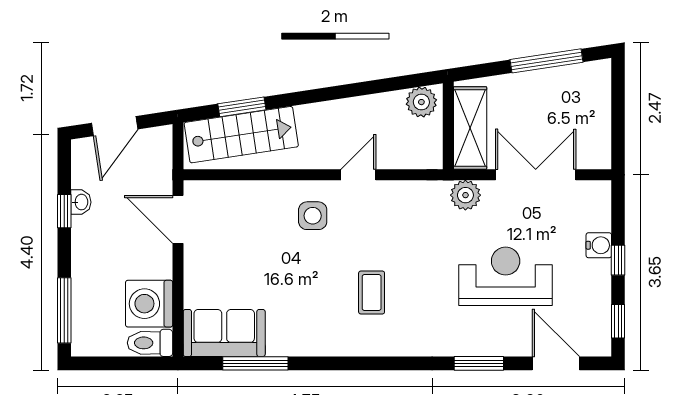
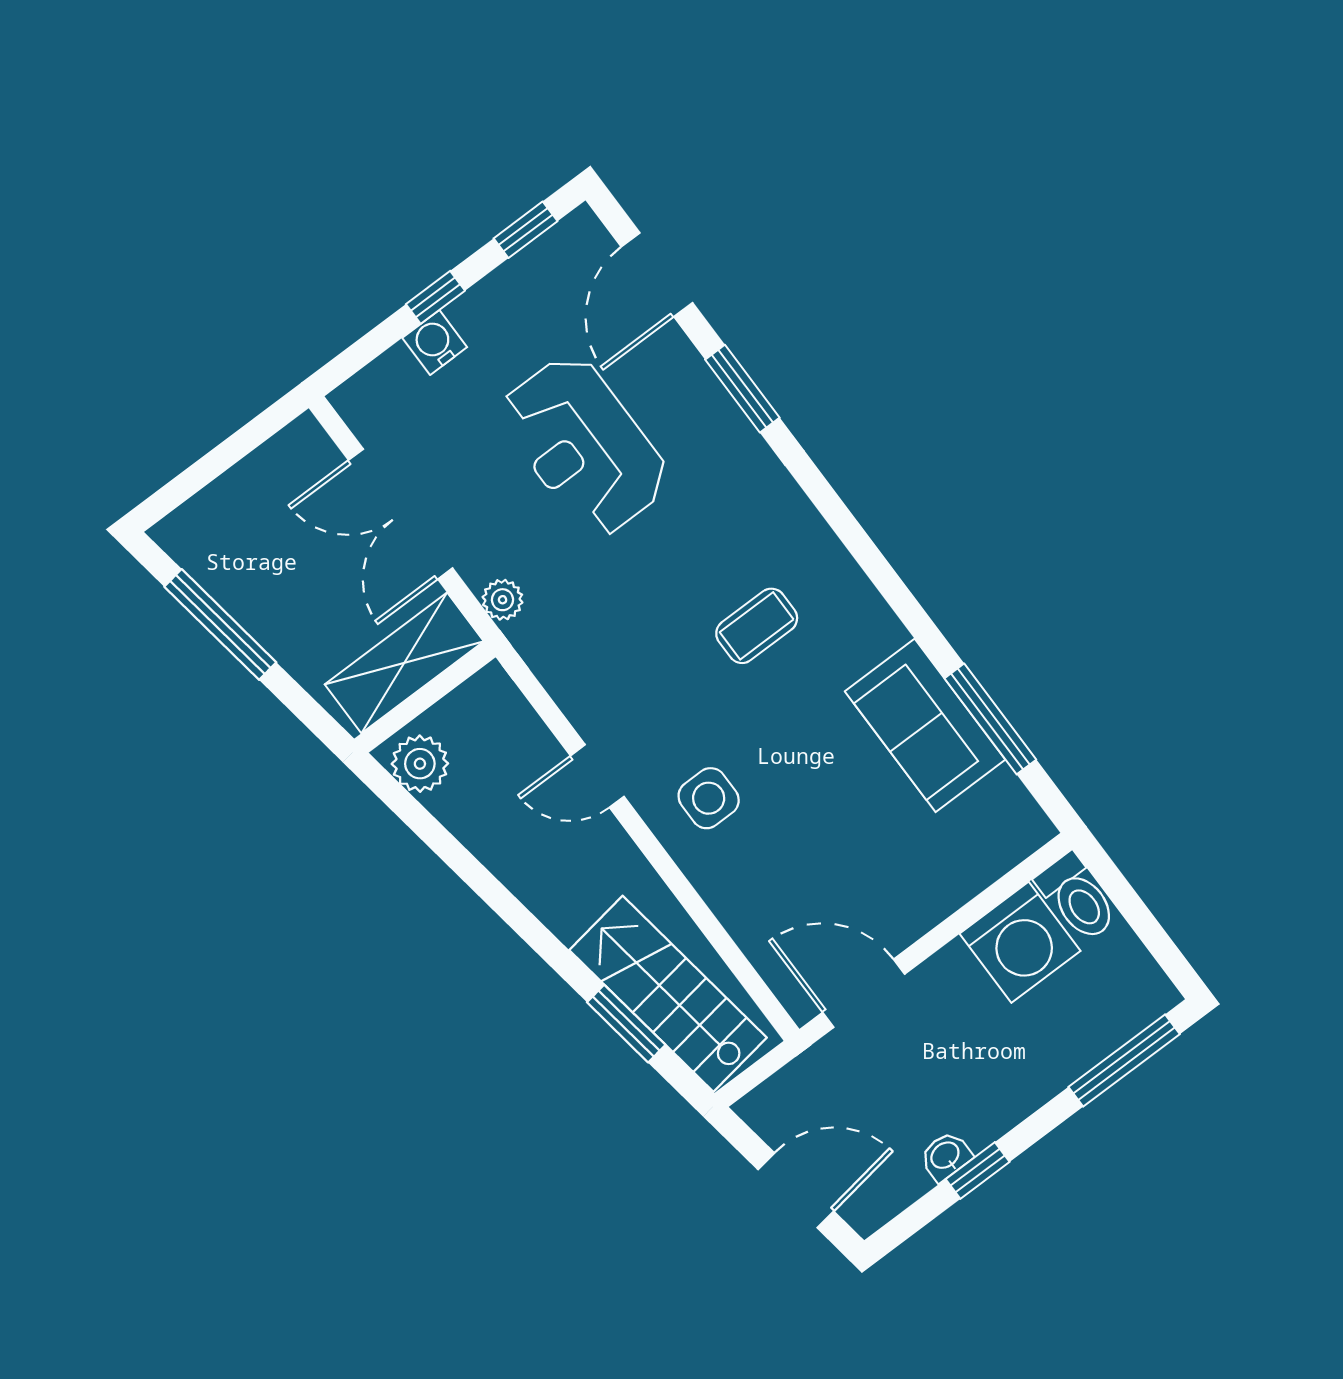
plant: (465, 195) -> (503, 600), width x0.73, depth x0.73
door: (178, 219) -> (864, 993), swing flipped
sofa: (224, 333) -> (925, 725), moved

